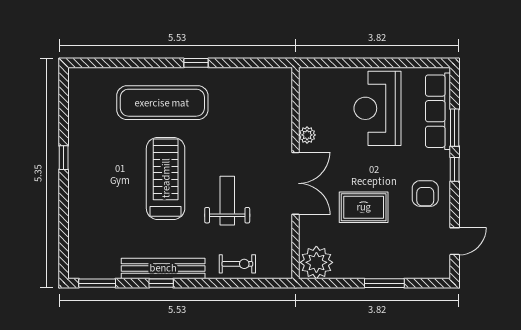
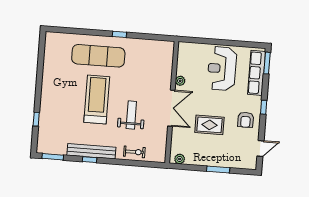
window: (455, 128) -> (267, 63), moved
window: (64, 158) -> (36, 119), moved
plant: (316, 262) -> (180, 159), width x0.53, depth x0.53

